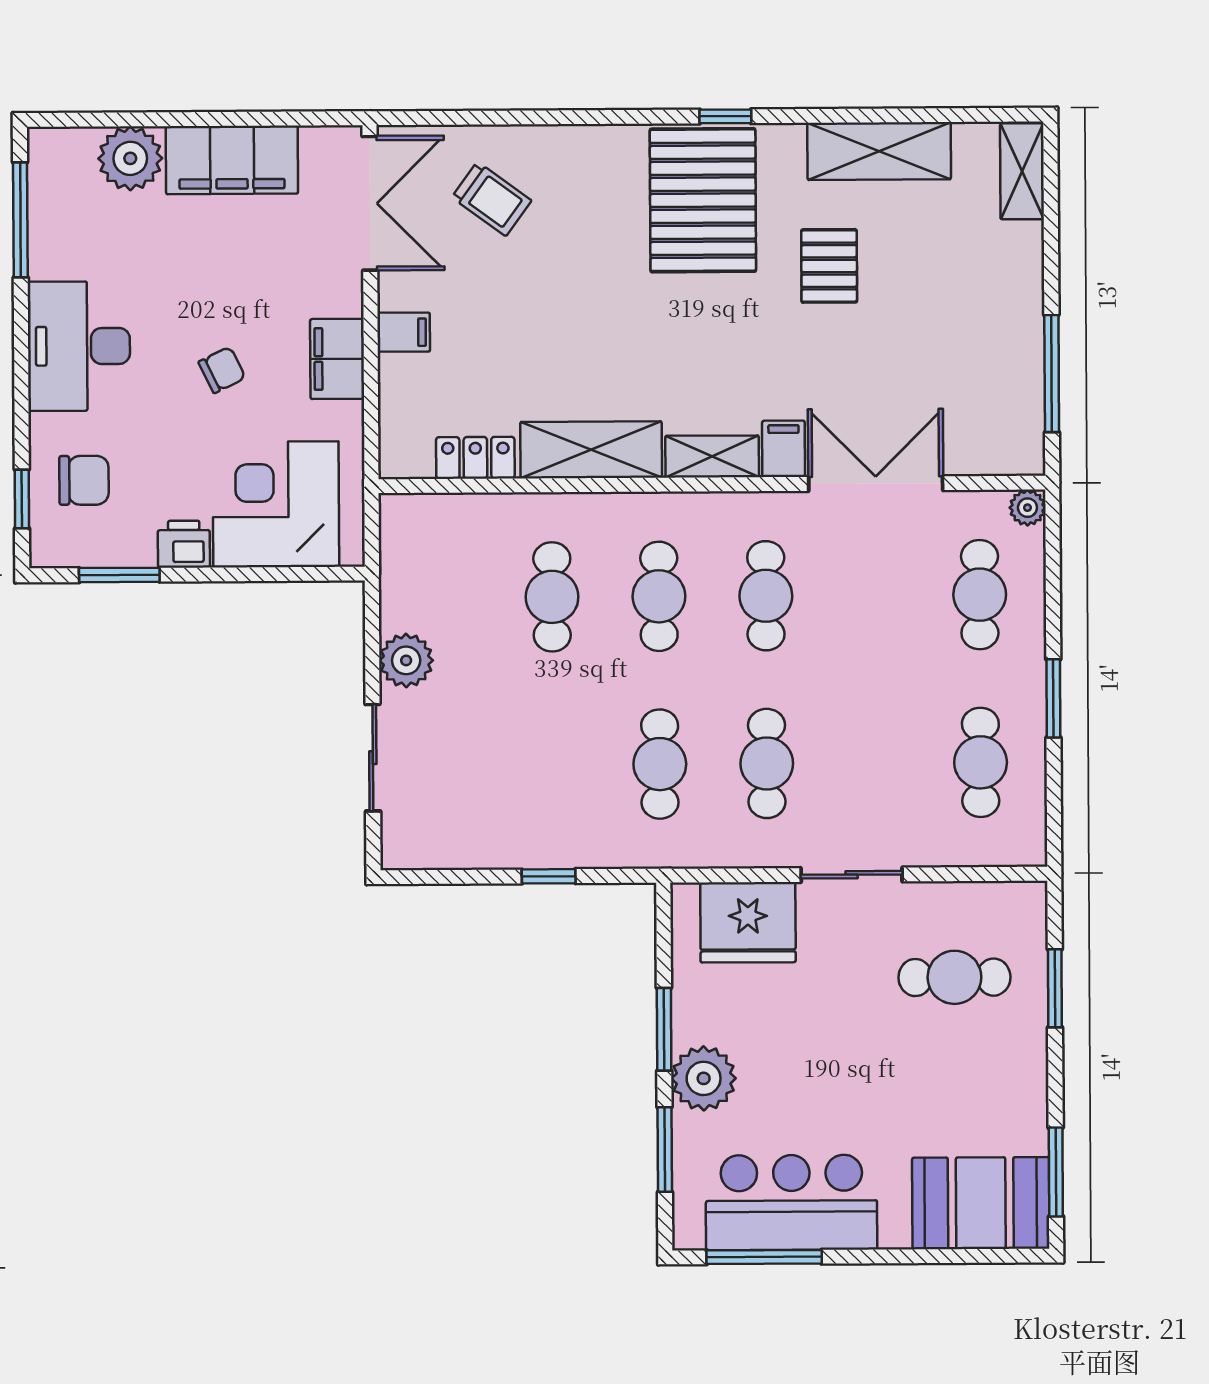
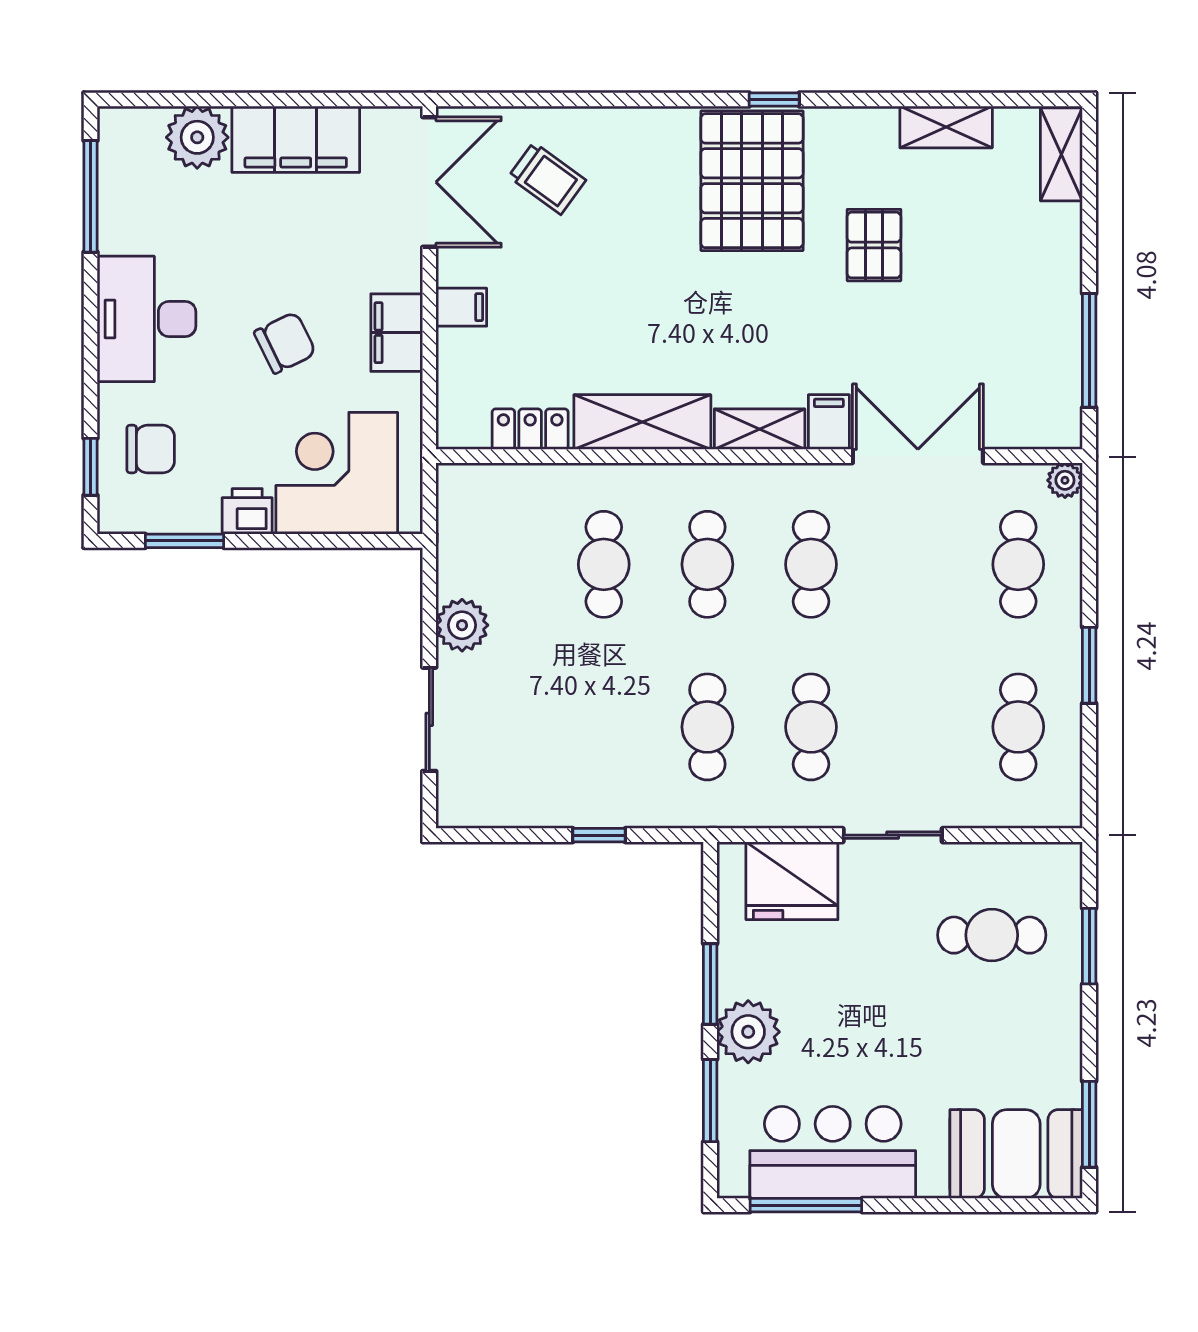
shelving: (879, 151) -> (946, 127), width x0.67, depth x0.75
chair: (222, 370) -> (285, 343), width x1.37, depth x1.37

